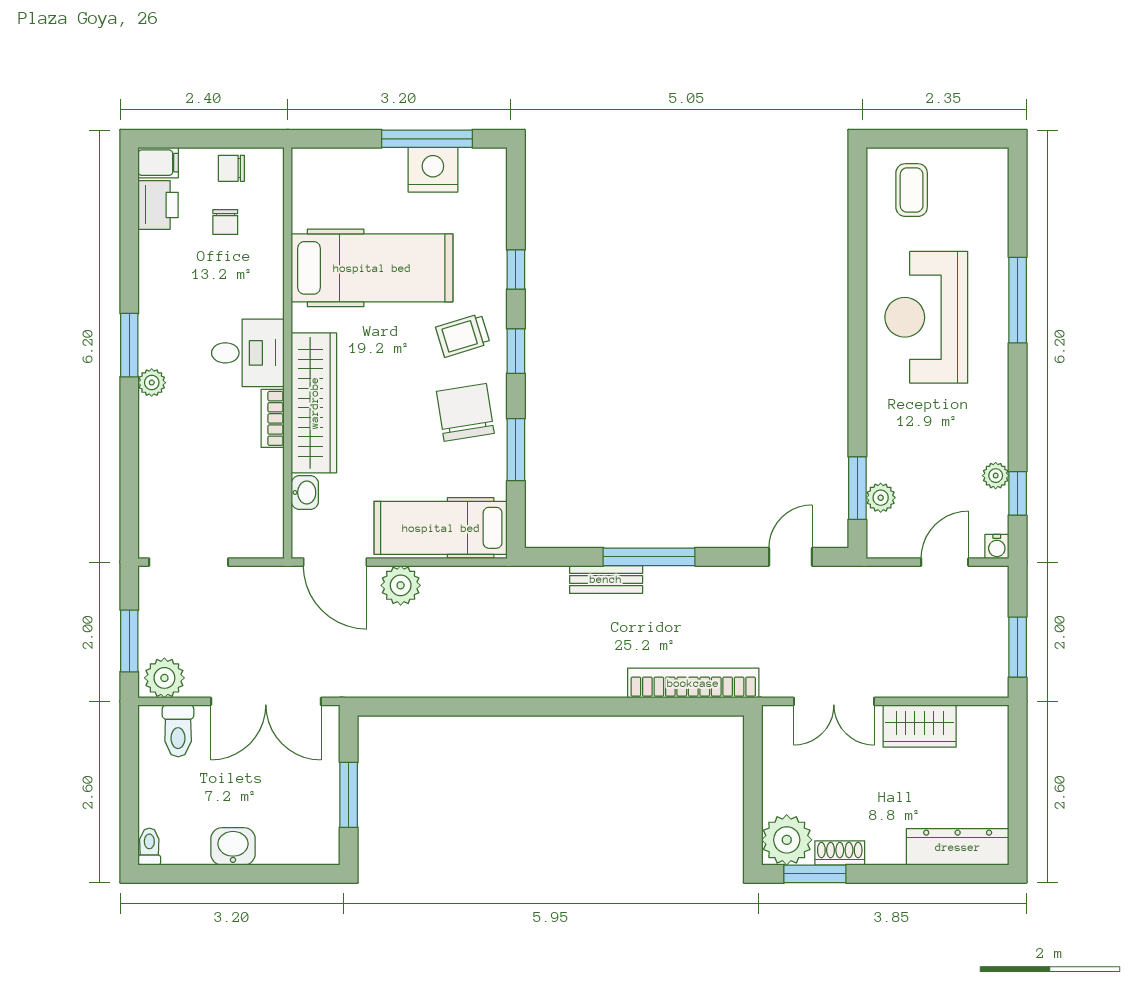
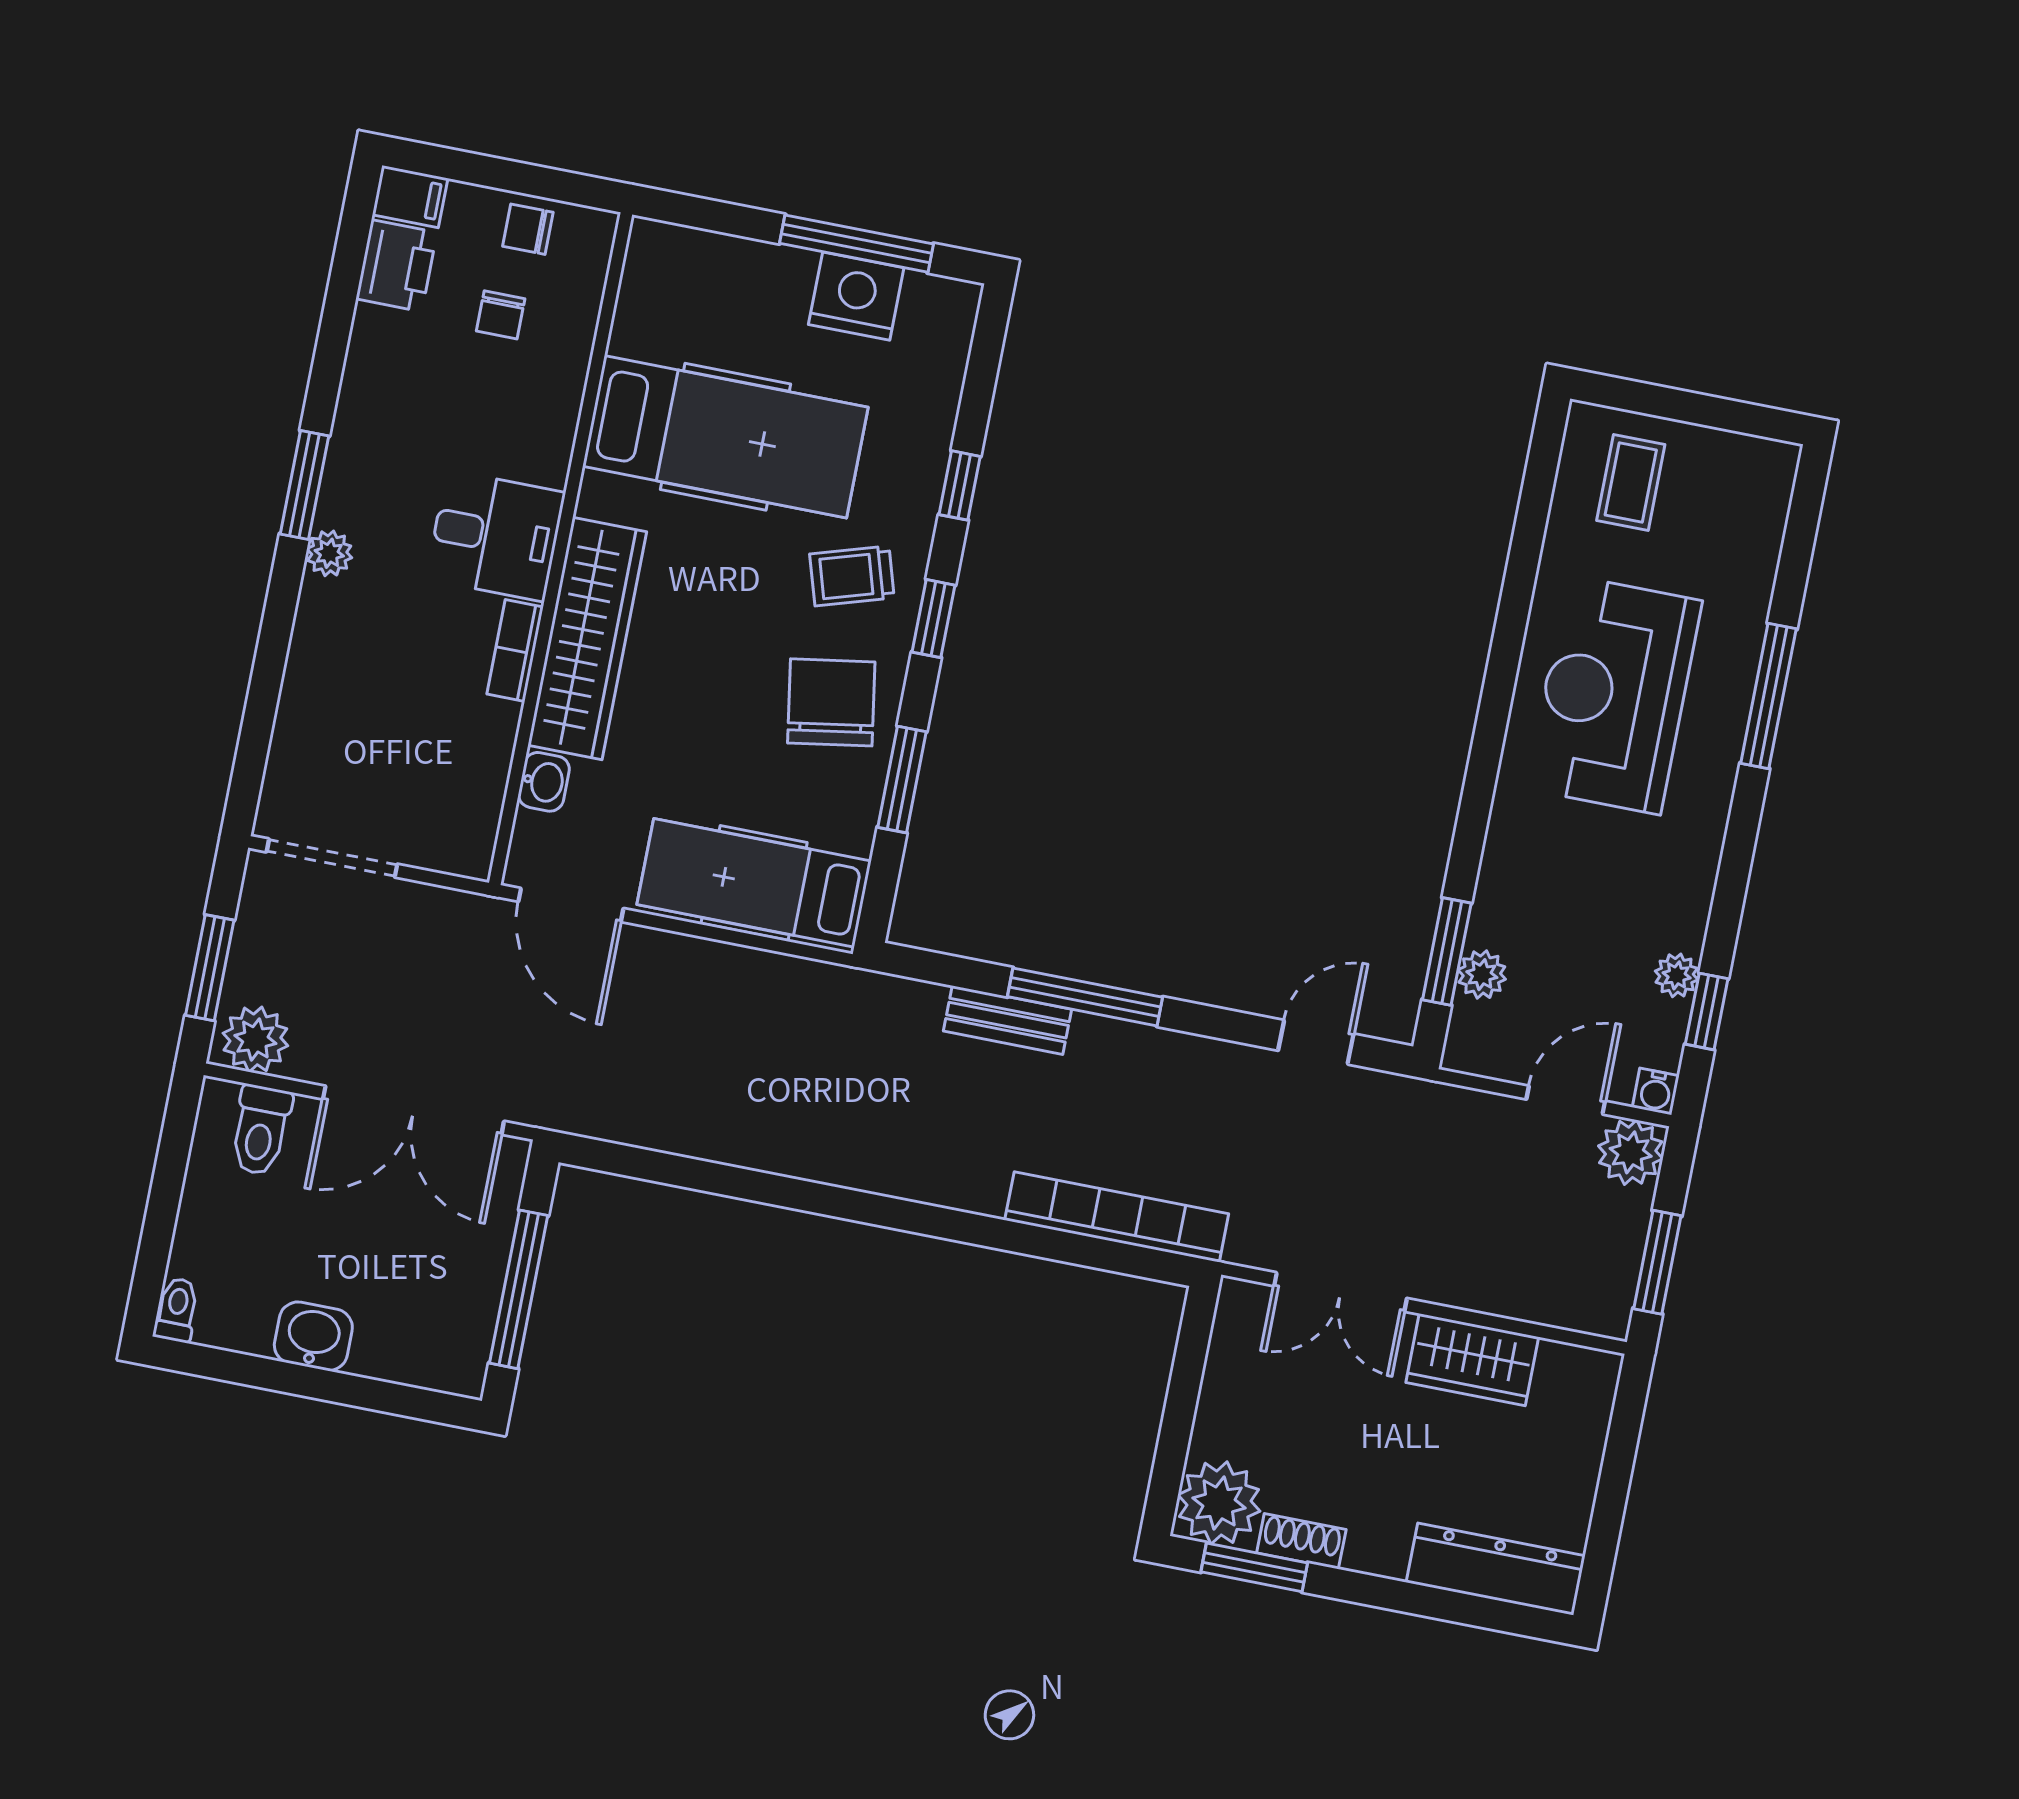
plant: (401, 585) -> (1631, 1152), moved
window: (349, 795) -> (519, 1289), width x1.44

